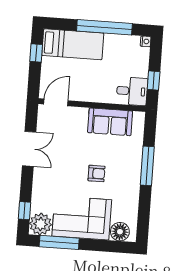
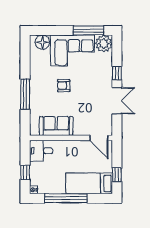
window: (154, 80) -> (25, 172), moved
door: (56, 102) -> (99, 138), hinge flipped
double door: (29, 149) -> (117, 101), swing flipped
window: (25, 211) -> (117, 73), moved

